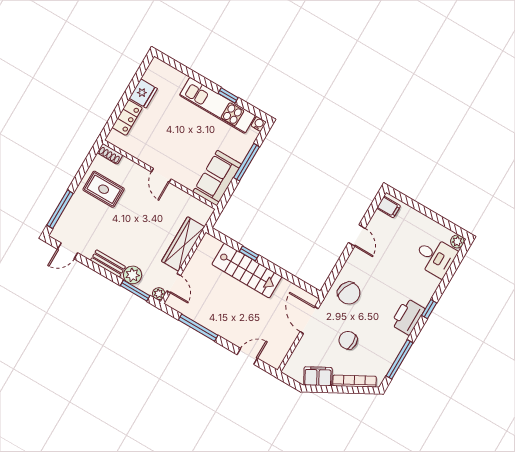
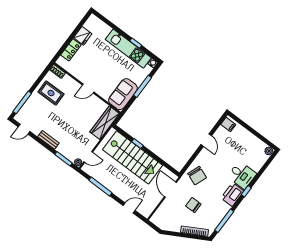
door: (161, 175) -> (88, 88), hinge flipped
wardrobe: (183, 244) -> (105, 123), moved
desk: (435, 257) -> (242, 175), moved
stairs: (247, 271) -> (133, 157), width x1.36, depth x1.51
plant: (133, 275) -> (63, 149), removed
door: (174, 283) -> (88, 157), hinge flipped
filing cabinet: (318, 376) -> (172, 225), removed

